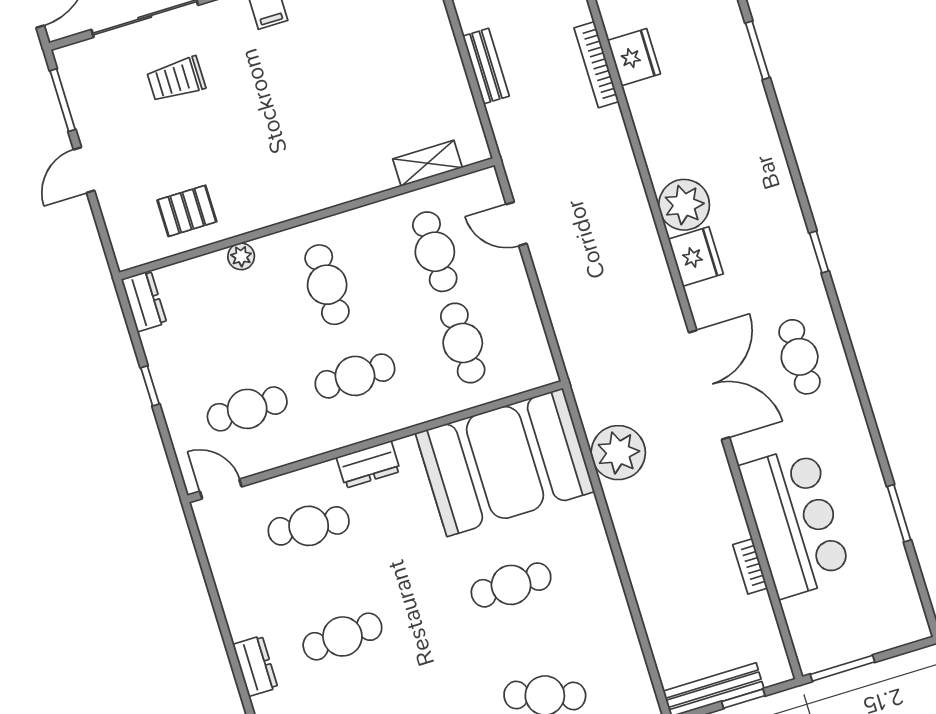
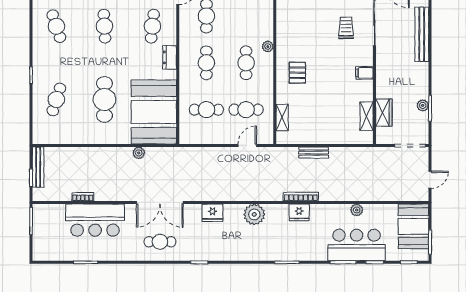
plant: (684, 205) -> (254, 214), moved
pallet: (187, 211) -> (297, 73), moved
plant: (241, 256) -> (268, 46), moved
cafe table: (327, 285) -> (246, 63), turned 90
plant: (618, 453) -> (139, 153), width x0.53, depth x0.53
cafe table: (511, 585) -> (104, 99), width x1.37, depth x1.35

